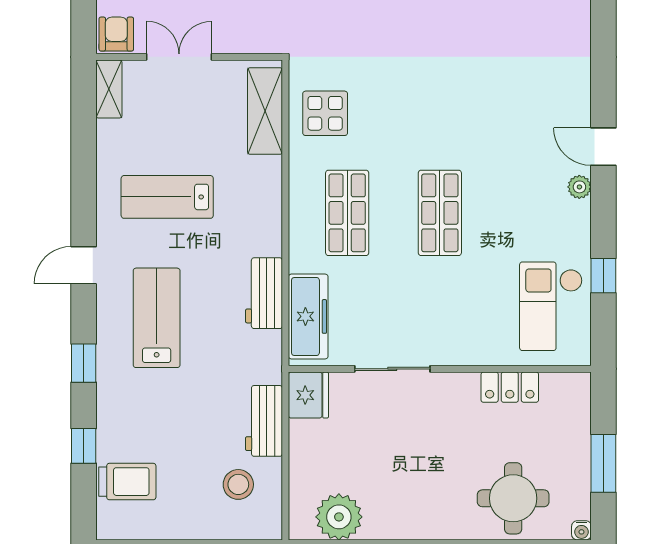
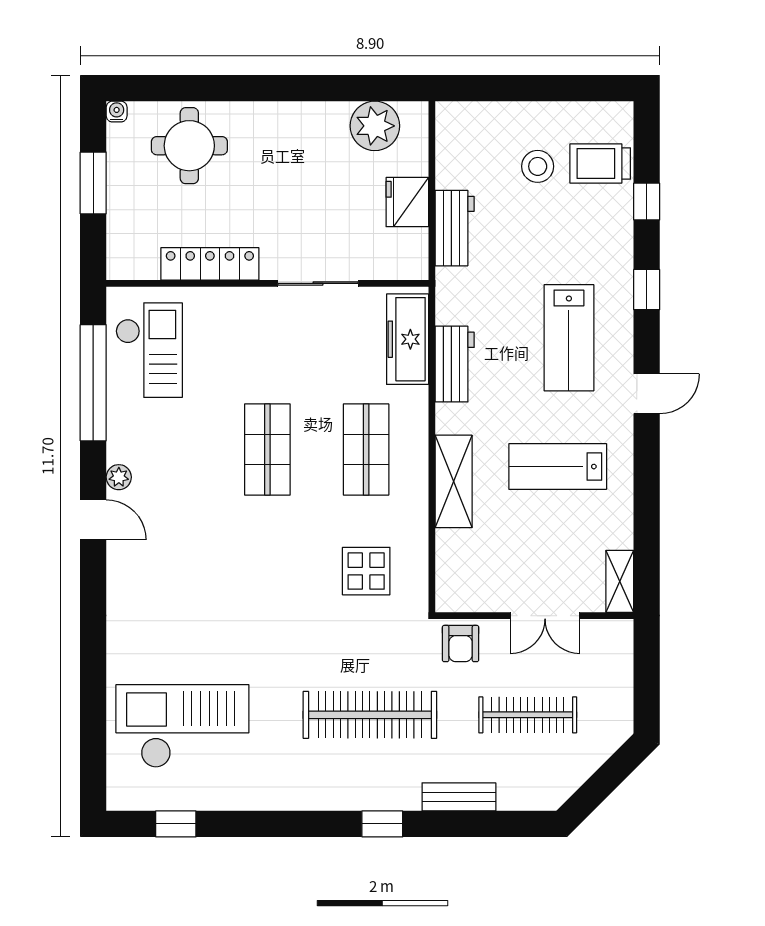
armchair: (116, 34) -> (461, 644), moved
shelving: (265, 111) -> (454, 481), moved
display table: (325, 113) -> (366, 571), moved
lab bench: (167, 197) -> (558, 467), turned 180
window: (603, 276) -> (93, 383), width x3.17
locker: (510, 387) -> (210, 264), width x1.53
fridge: (308, 395) -> (407, 202), moved
stool: (238, 484) -> (538, 166), moved

